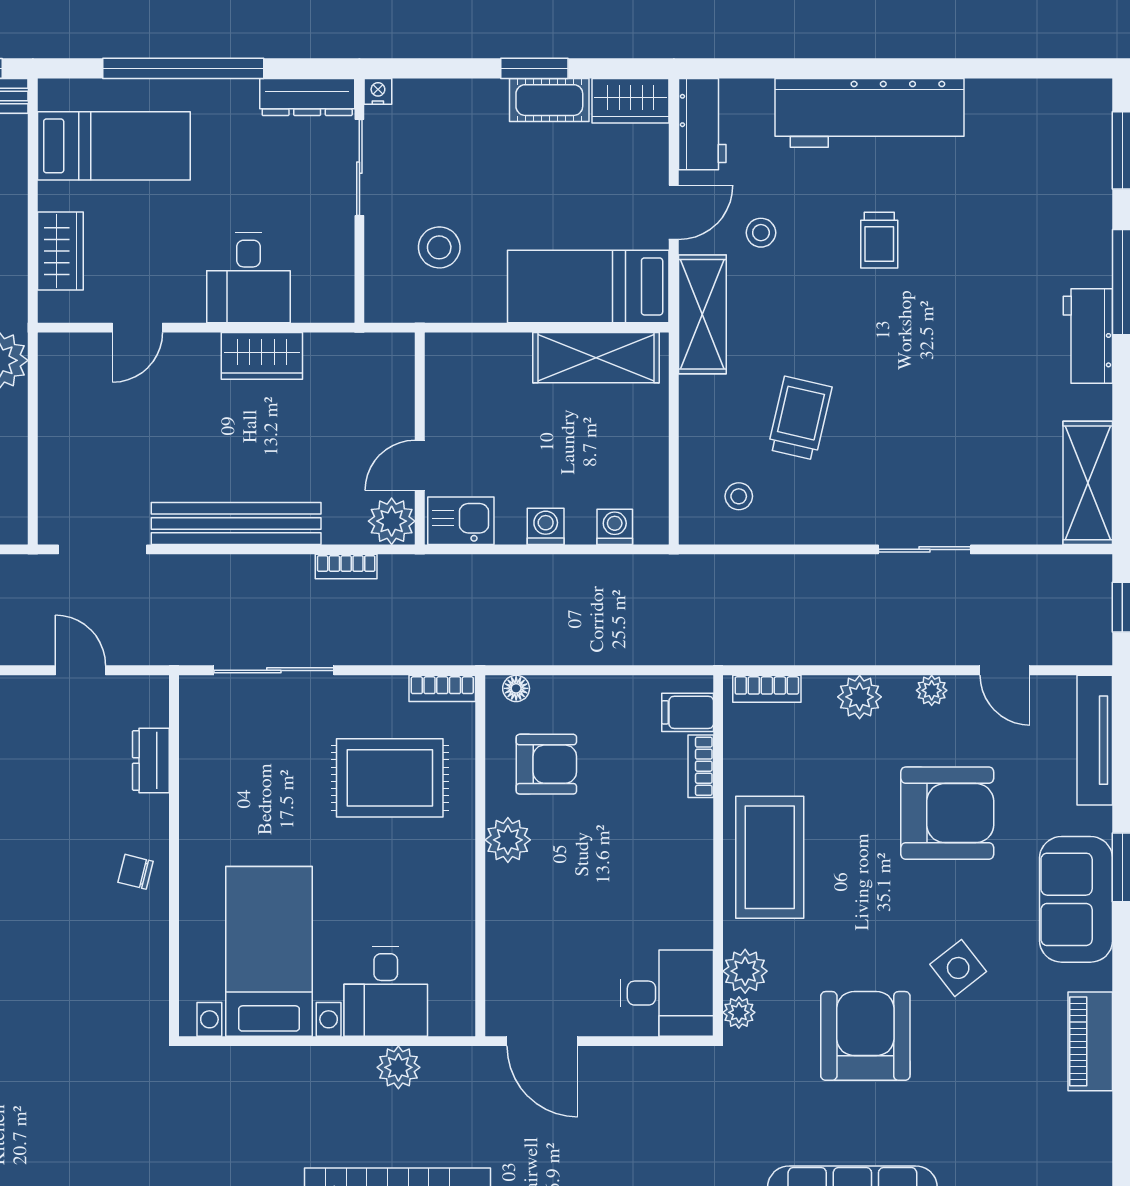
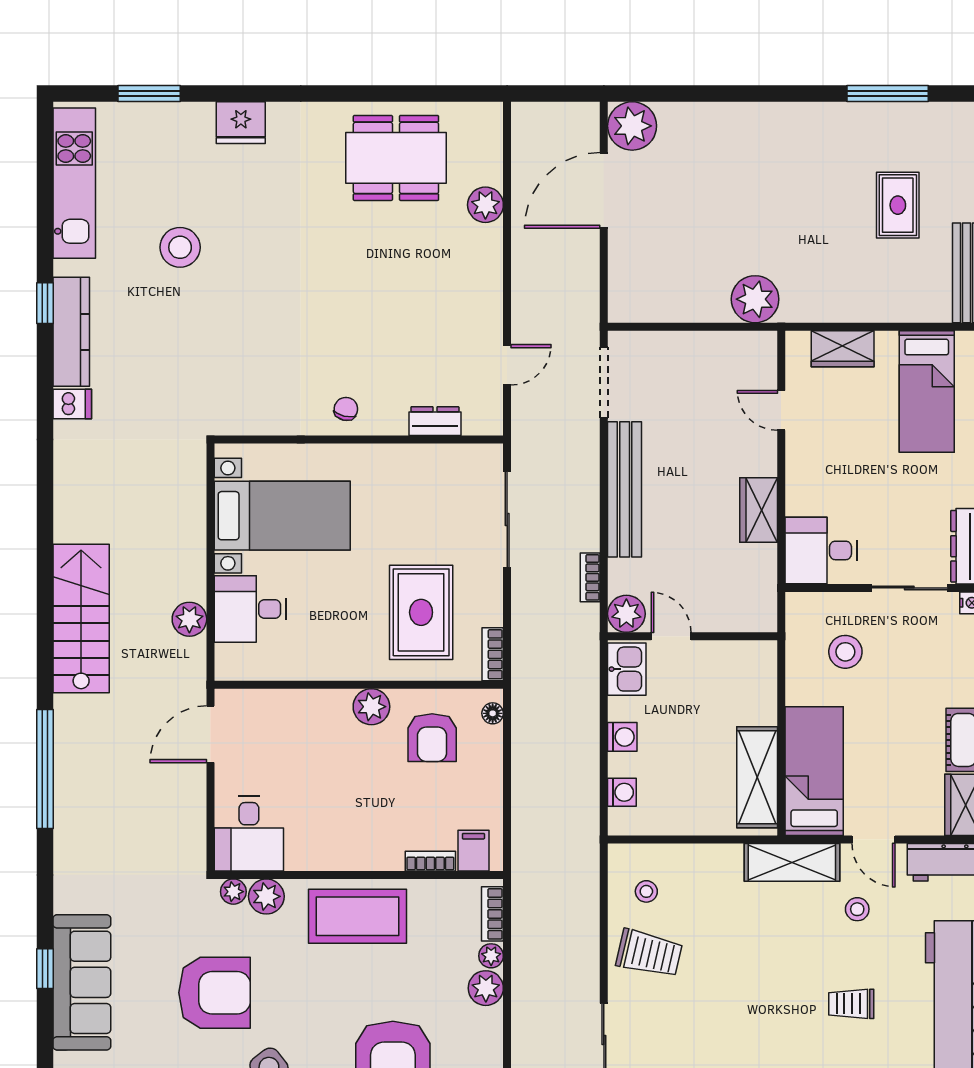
desk: (248, 278) -> (821, 550), moved
trolley: (800, 418) -> (649, 953), moved
plant: (932, 690) -> (491, 956), moved

